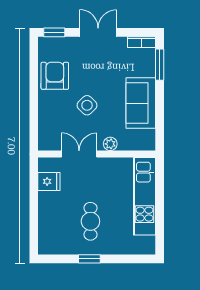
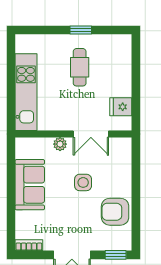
window: (160, 65) -> (11, 223), removed
armchair: (55, 76) -> (115, 212), turned 90
side table: (87, 105) -> (83, 182), turned 45

